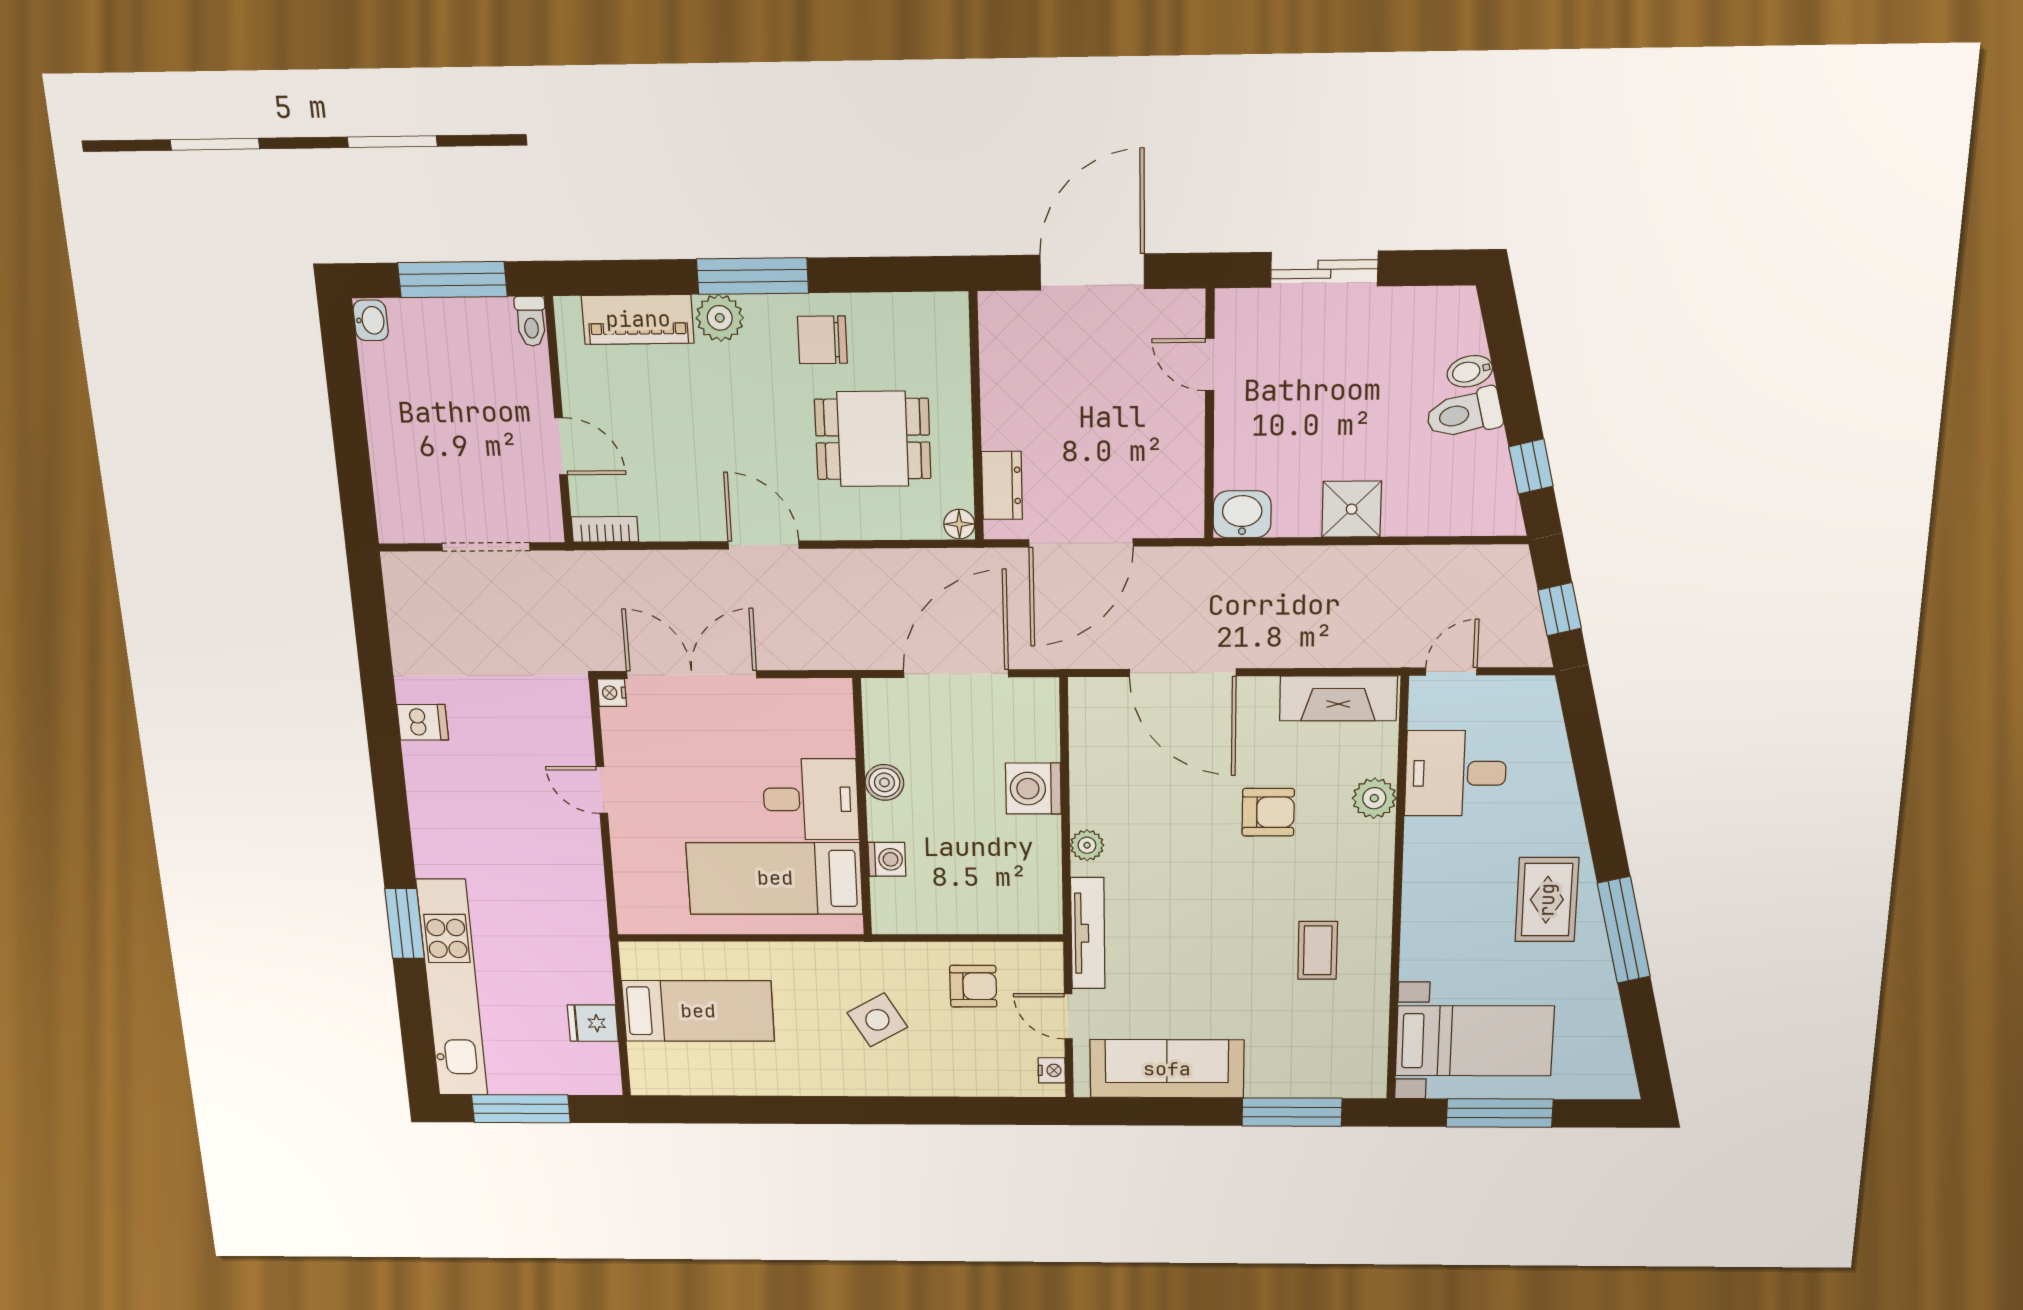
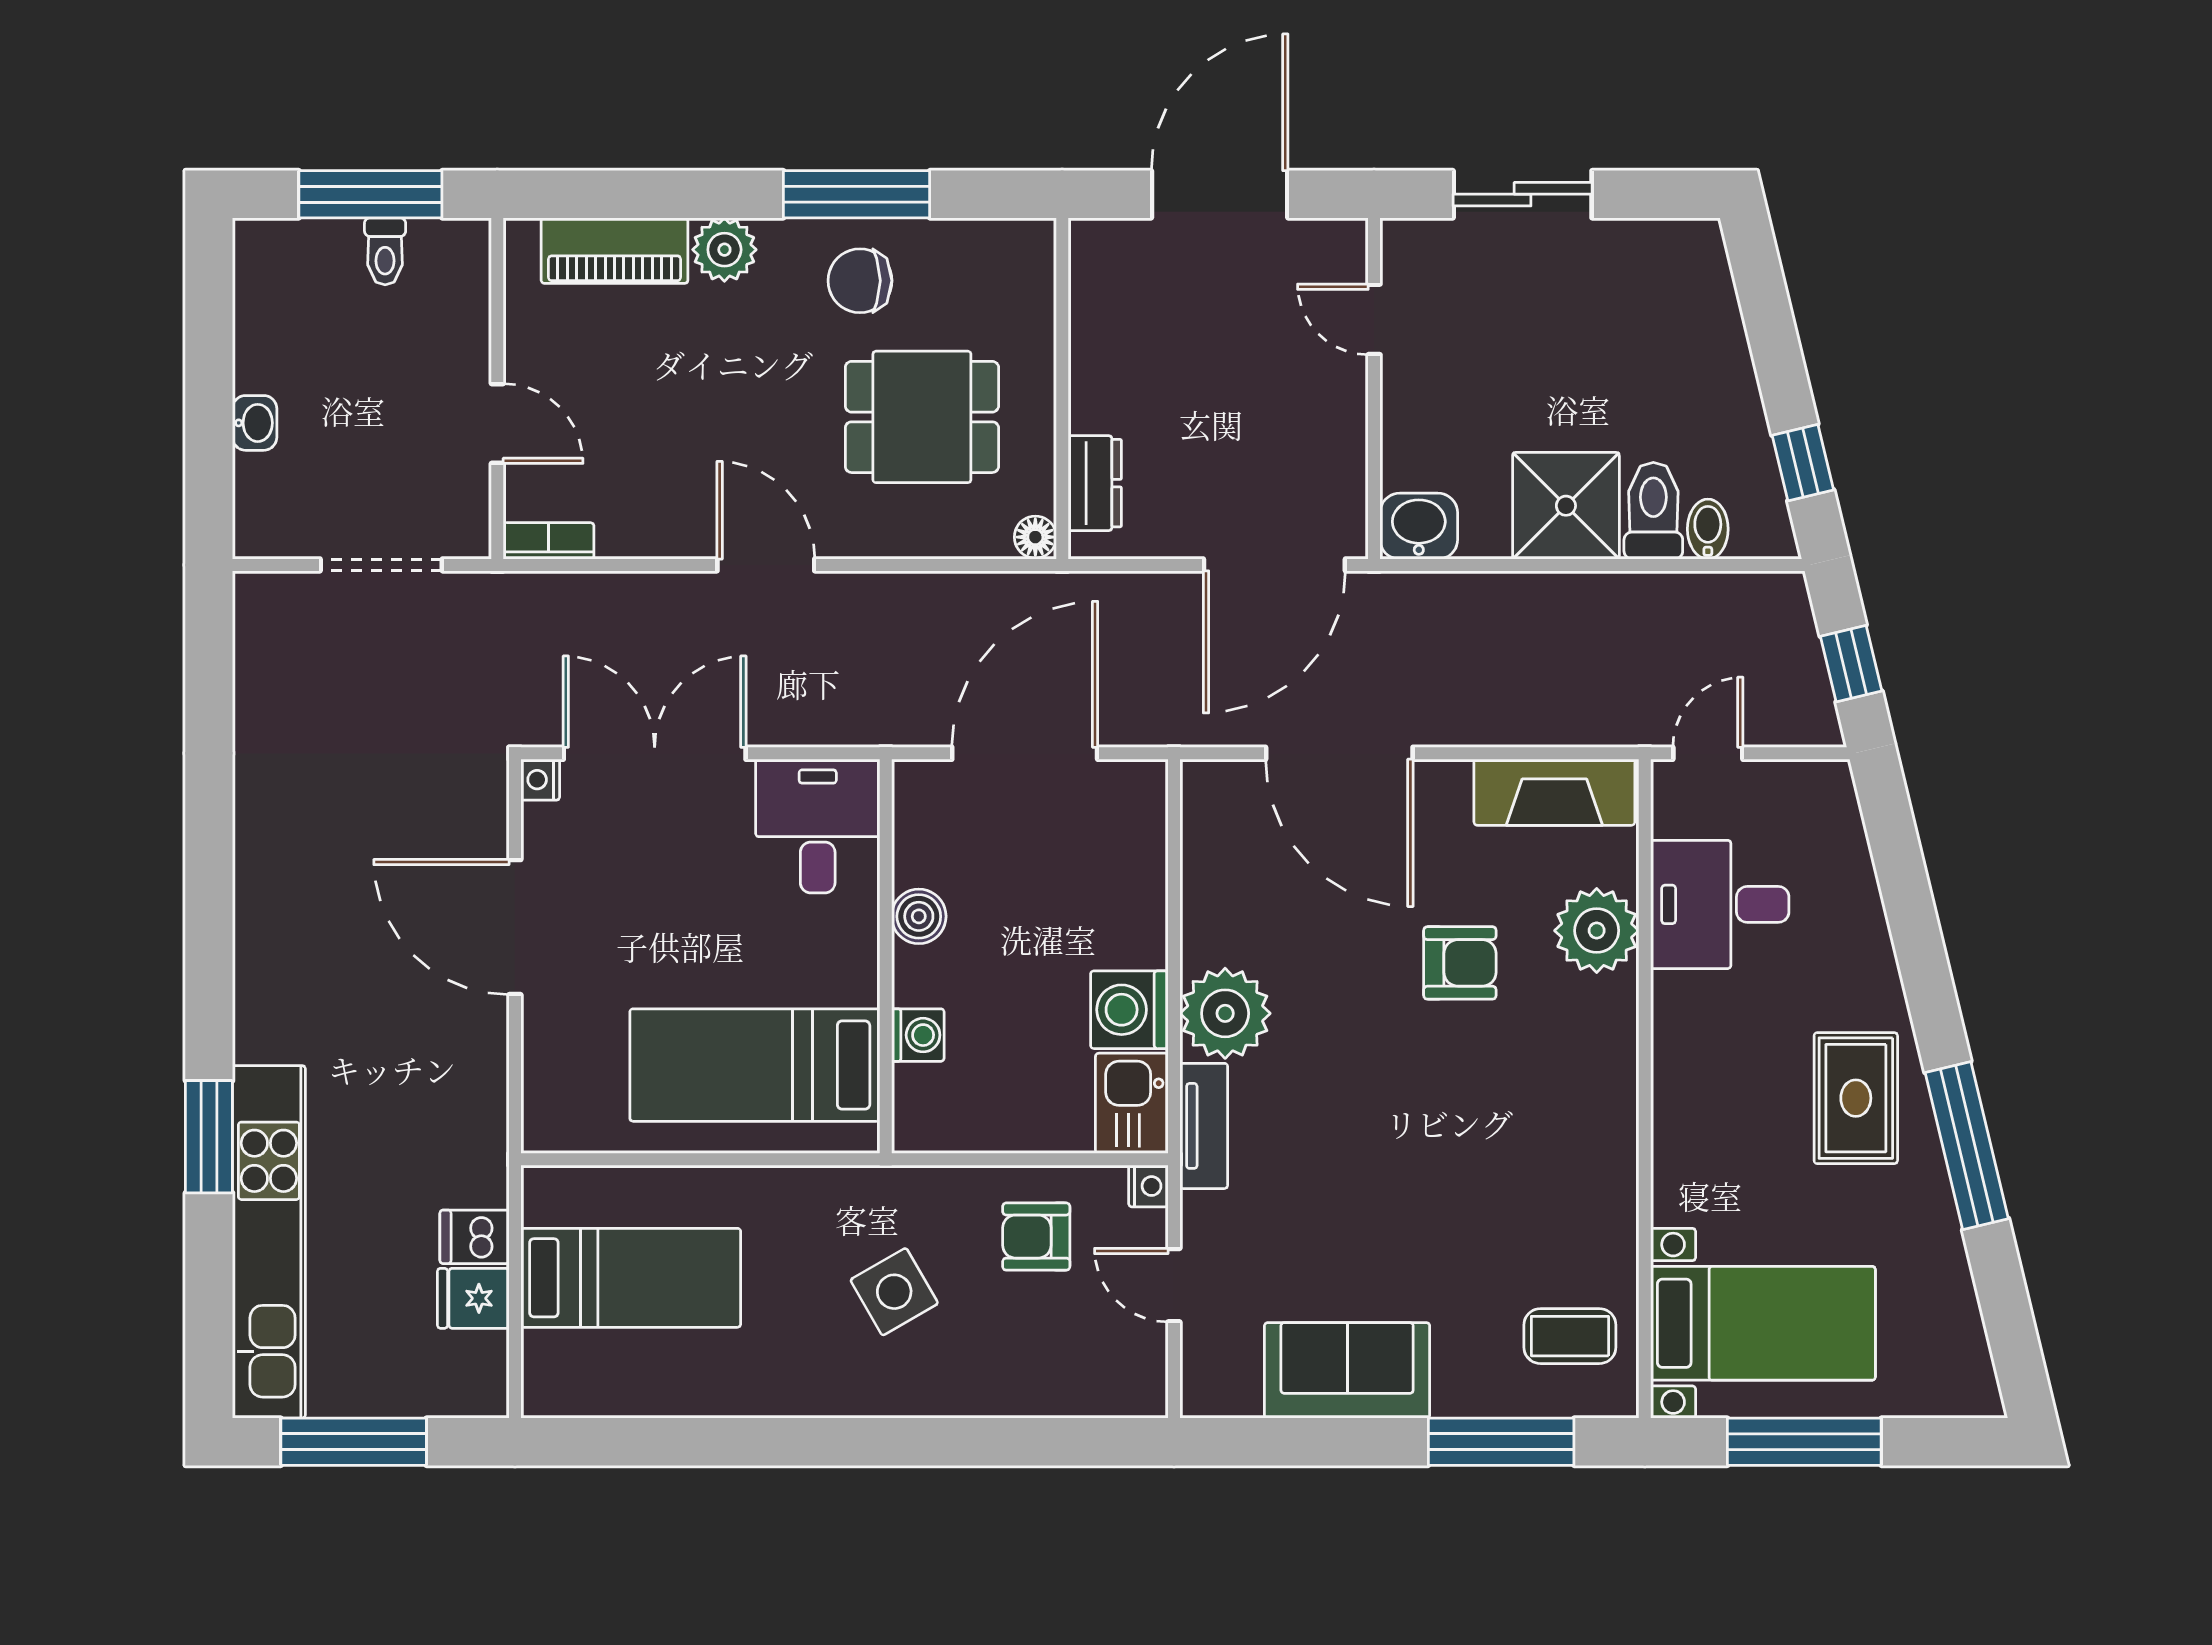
window: (753, 276) -> (857, 194), moved
washbasin: (371, 320) -> (255, 423), moved
toilet: (531, 321) -> (385, 251), moved
bidet: (1470, 371) -> (1708, 529), moved, turned 103
toilet: (1464, 414) -> (1653, 511), moved, turned 103
shower: (1352, 509) -> (1566, 506), width x1.36, depth x1.36
door: (1081, 543) -> (1274, 565), moved
dishwasher: (423, 722) -> (475, 1237), moved, turned 180
washing machine: (1033, 789) -> (1129, 1010), moved
door: (602, 790) -> (515, 927), width x1.87
plant: (1374, 798) -> (1597, 931), width x1.36, depth x1.36
desk: (811, 799) -> (818, 826), moved, turned -90
plant: (1087, 845) -> (1225, 1013), width x1.88, depth x1.88
kitchen sink: (1037, 903) -> (1132, 1103), added
tv unit: (1088, 933) -> (1204, 1126), width x0.71
coffee table: (1318, 950) -> (1570, 1336), moved, turned 90
armchair: (973, 986) -> (1036, 1237), turned 180
sofa: (1167, 1069) -> (1347, 1370), width x0.73
nightstand: (1052, 1070) -> (1148, 1186), moved

